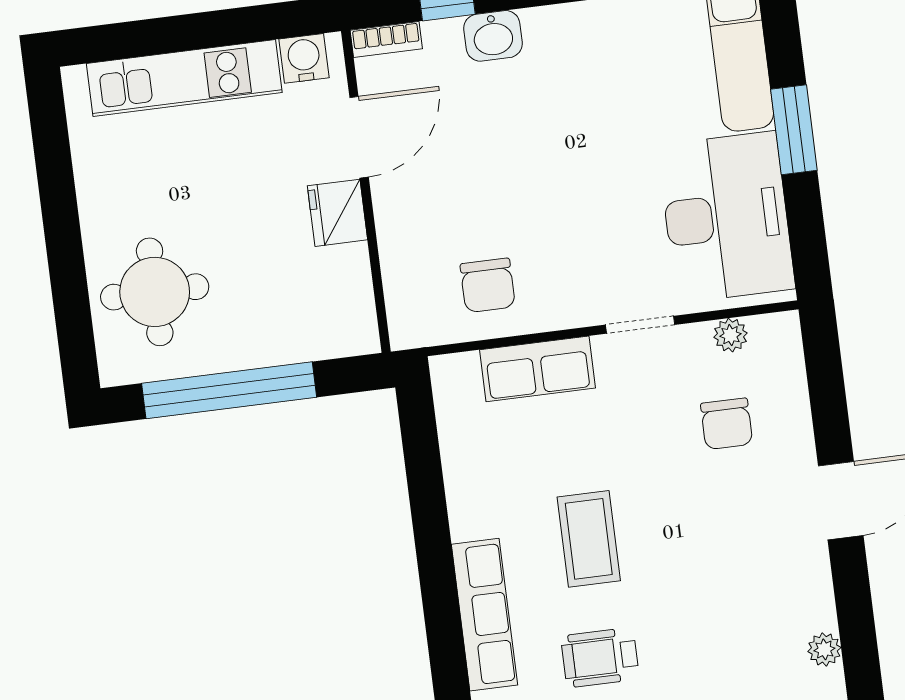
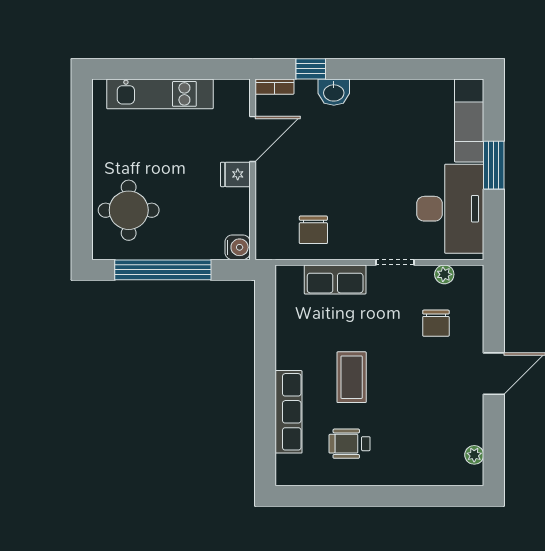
water cooler: (304, 58) -> (238, 247), moved, turned 90
fridge: (337, 213) -> (235, 174), width x0.72

